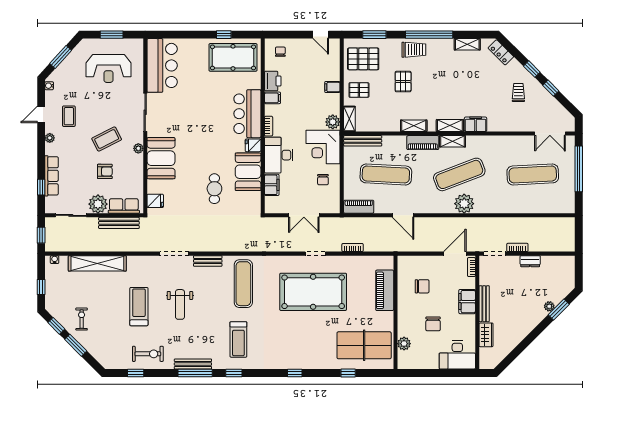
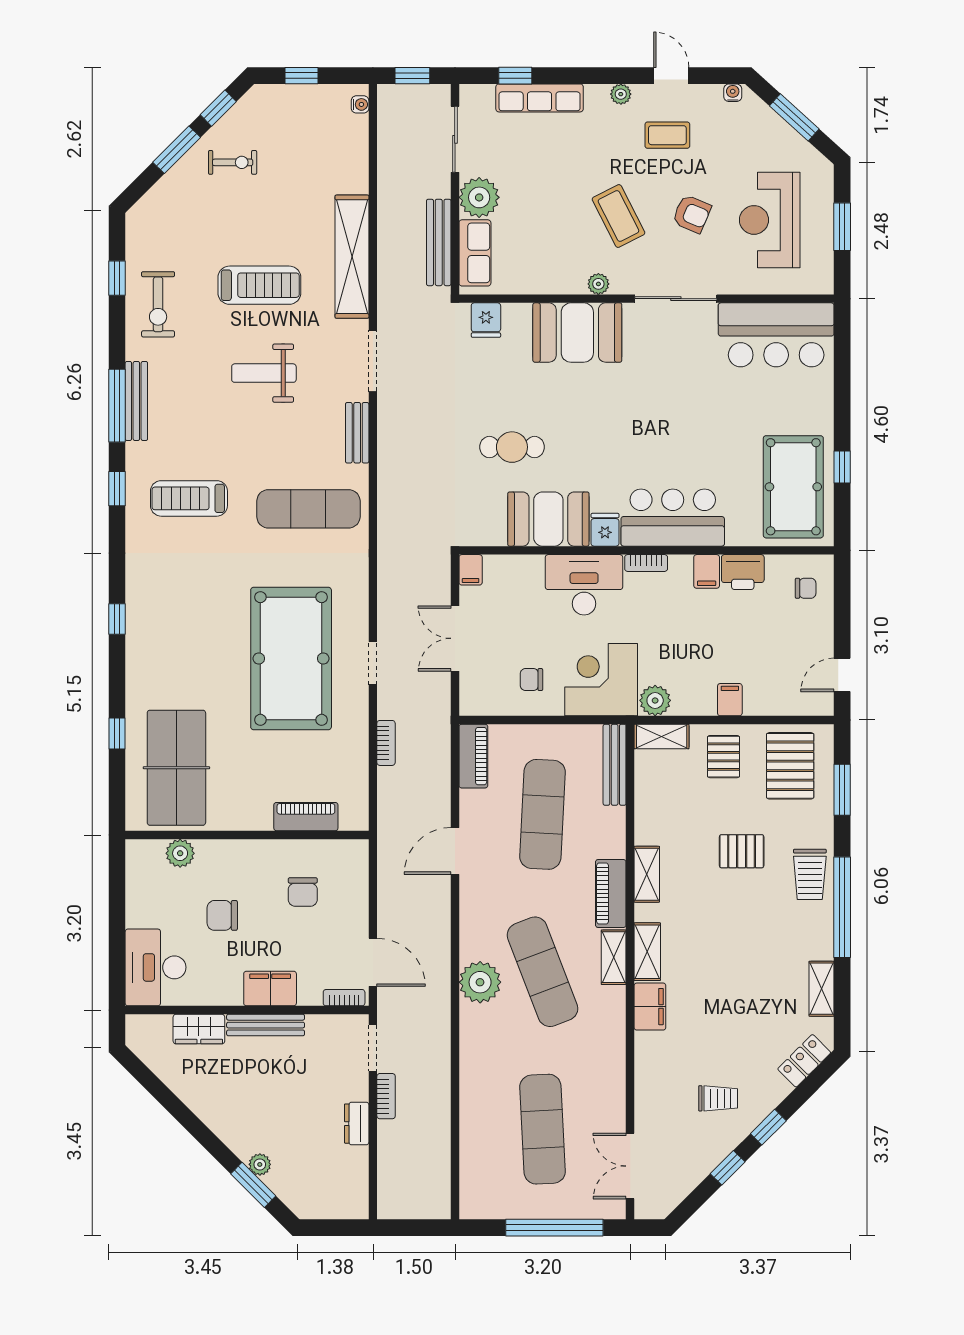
armchair: (105, 171) -> (692, 214), moved, turned -67
filing cabinet: (272, 185) -> (471, 570), moved, width x0.50
shelving: (97, 263) -> (352, 257), moved
piano: (385, 290) -> (306, 817), width x0.73, depth x0.75

